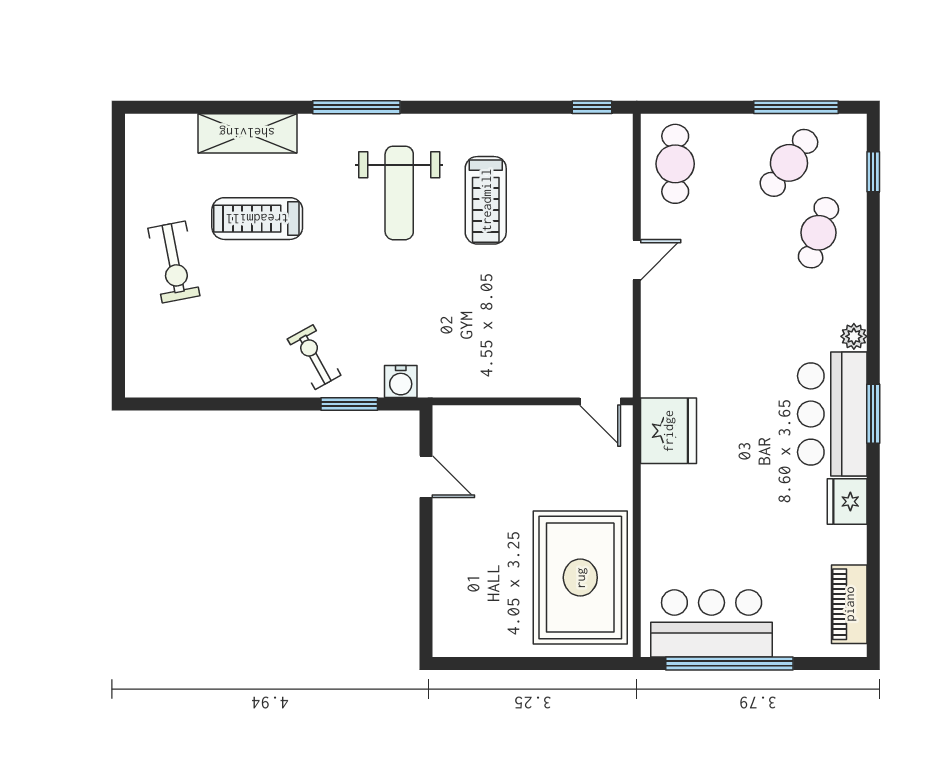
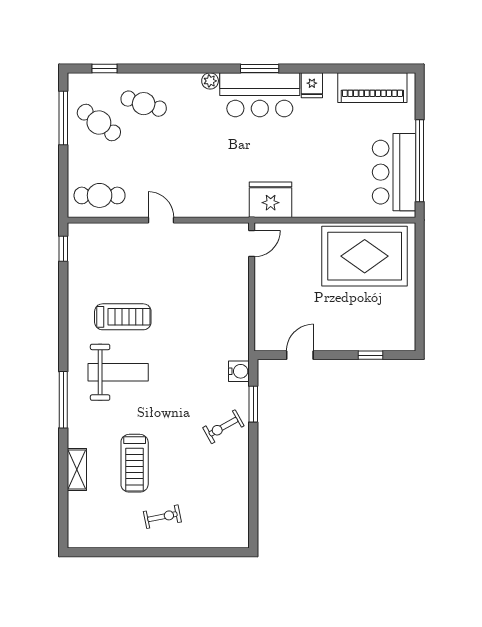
shelving: (247, 133) -> (77, 469), width x0.67, depth x0.75
exercise bike: (174, 262) -> (162, 517), width x0.73, depth x0.72
fridge: (847, 502) -> (312, 85), width x0.72
window: (426, 587) -> (371, 355), added
piano: (849, 604) -> (372, 88), width x1.37, depth x1.33

